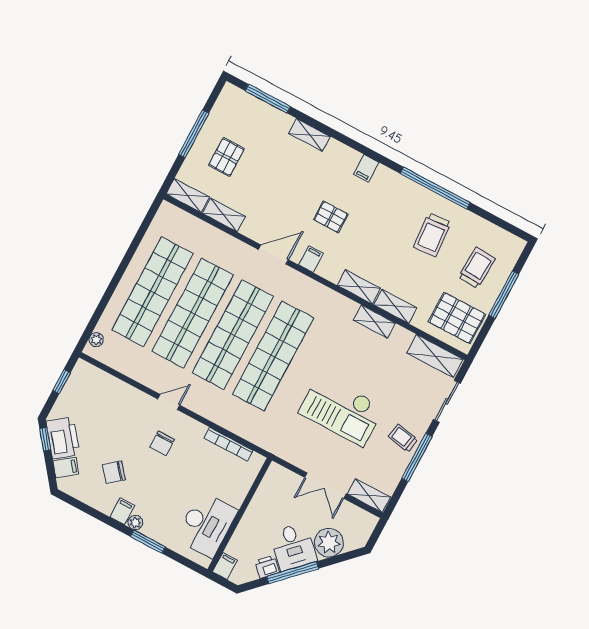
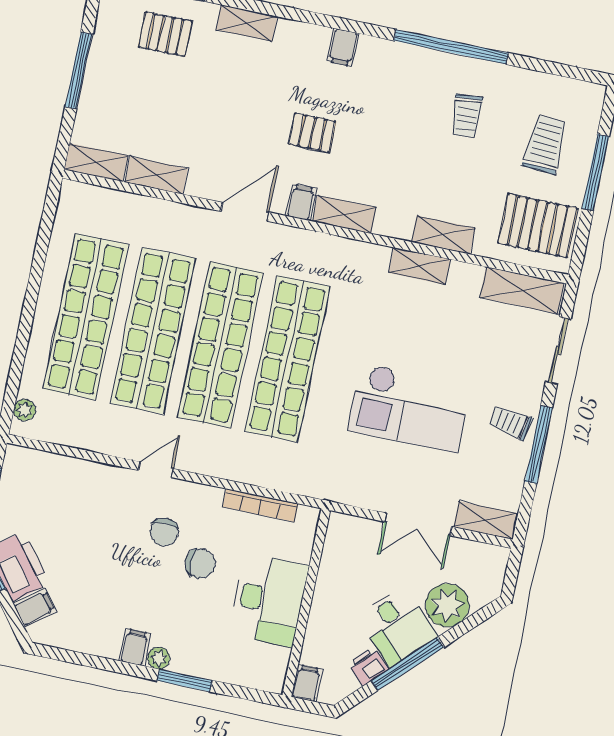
pallet: (226, 157) -> (165, 34), moved, turned 90
trolley: (432, 235) -> (467, 116), width x0.73, depth x0.72
shelving: (359, 287) -> (344, 214), moved
chair: (114, 472) -> (200, 563), moved, turned -140
desk: (206, 525) -> (269, 600), moved

